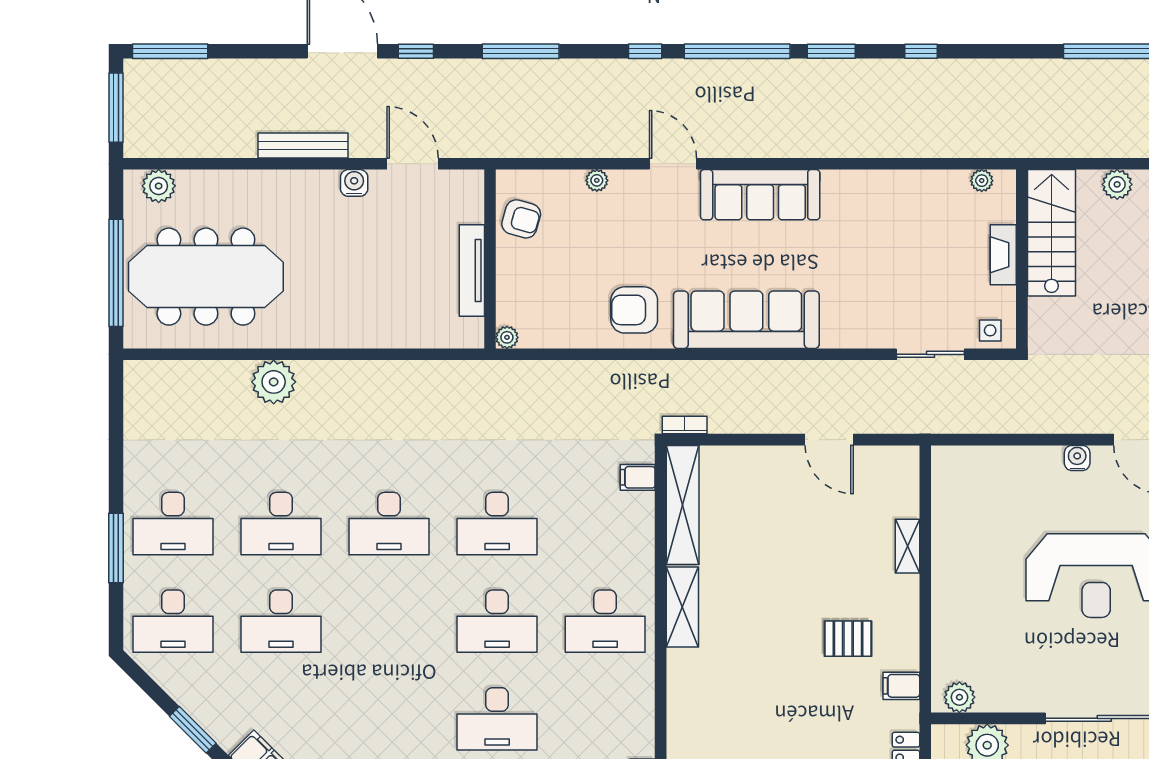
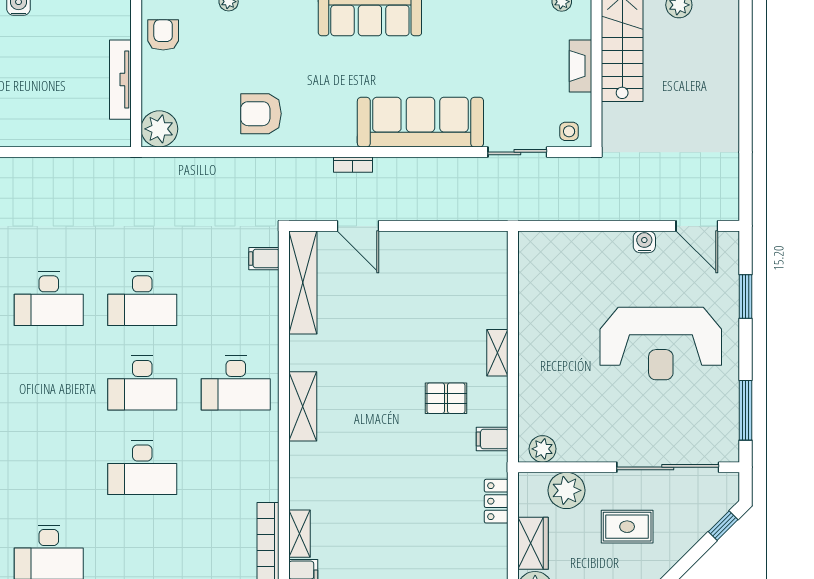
armchair: (521, 219) -> (163, 35), turned -106
sofa: (746, 320) -> (420, 122), moved
plant: (507, 337) -> (159, 129), width x1.88, depth x1.88
bookcase: (685, 425) -> (353, 165), moved, turned 180
door: (829, 440) -> (358, 226), moved
shelving: (907, 546) -> (497, 353), moved
shelving: (682, 607) -> (303, 406), moved

